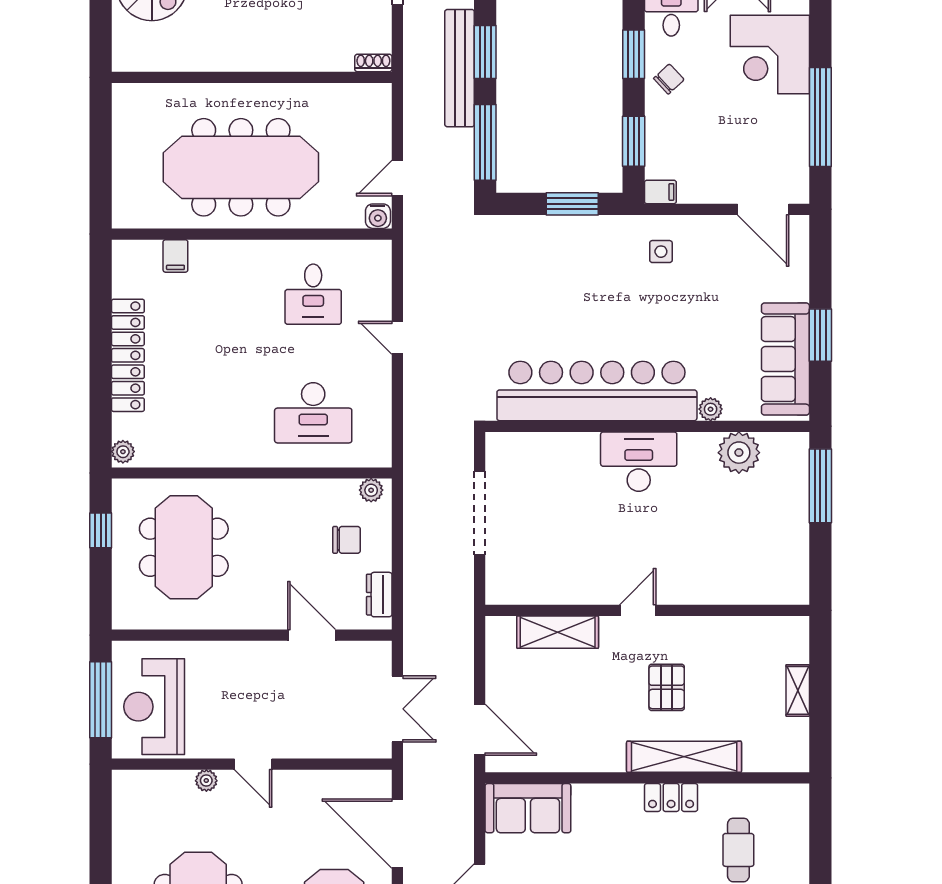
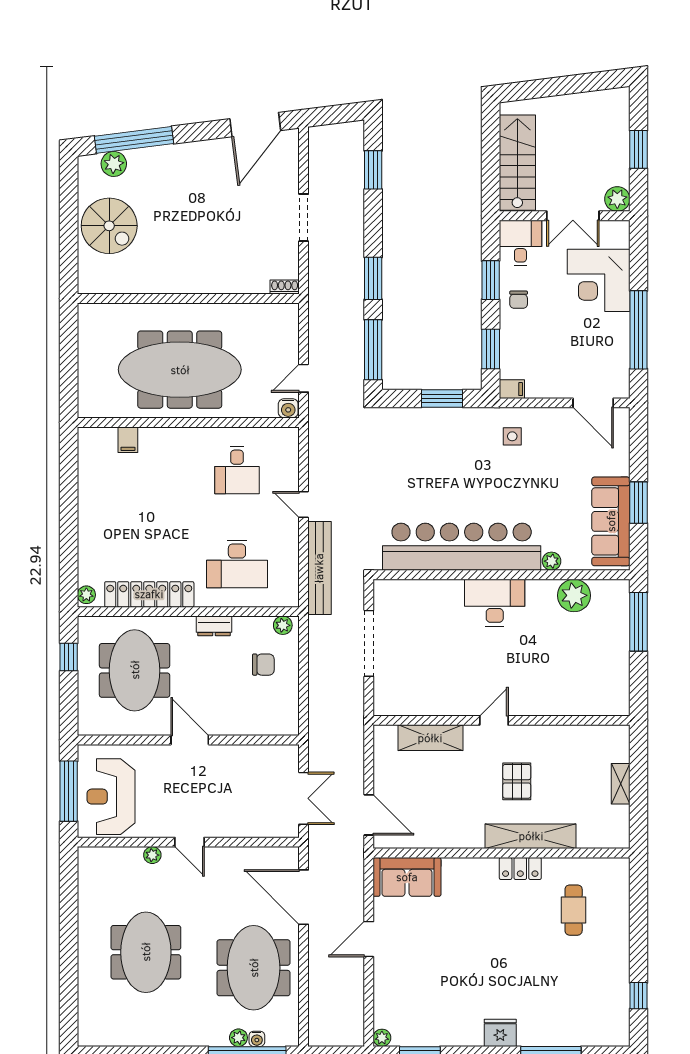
bench: (460, 68) -> (319, 568), moved
chair: (669, 79) -> (519, 300), turned 133
locker: (128, 355) -> (149, 594), moved, turned -90
dresser: (379, 595) -> (214, 626), moved, turned -90
door: (312, 635) -> (190, 740), moved

